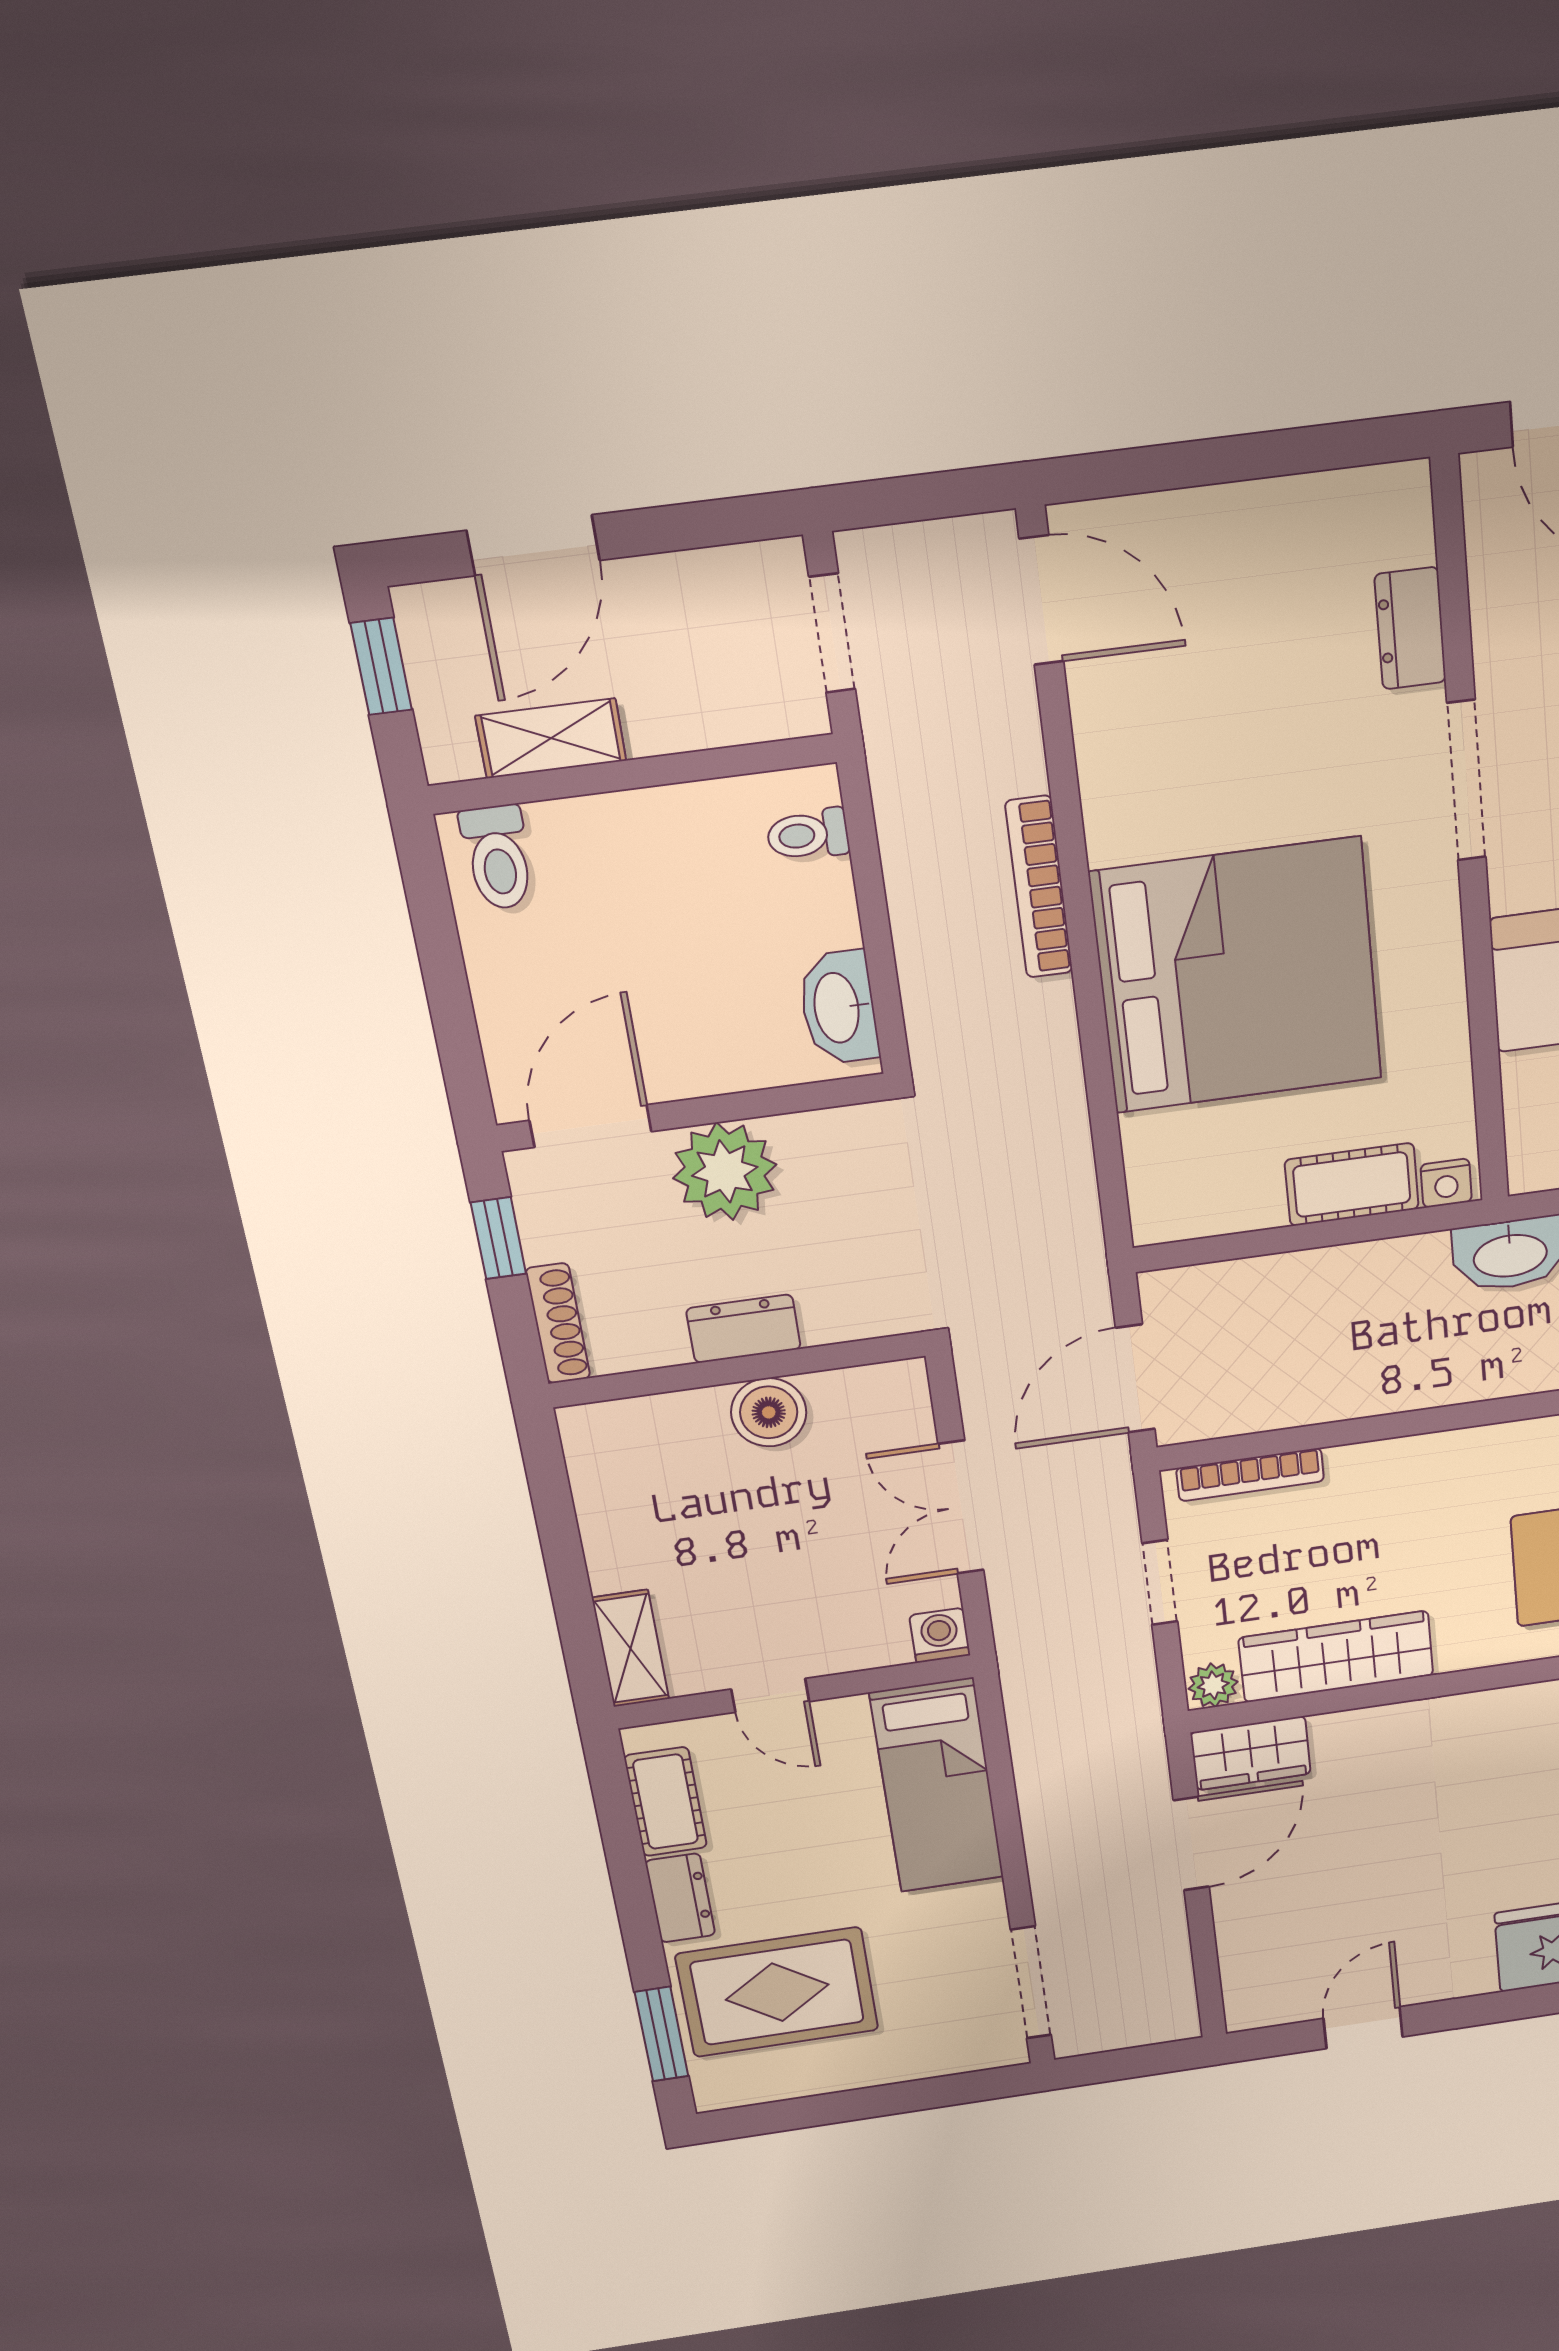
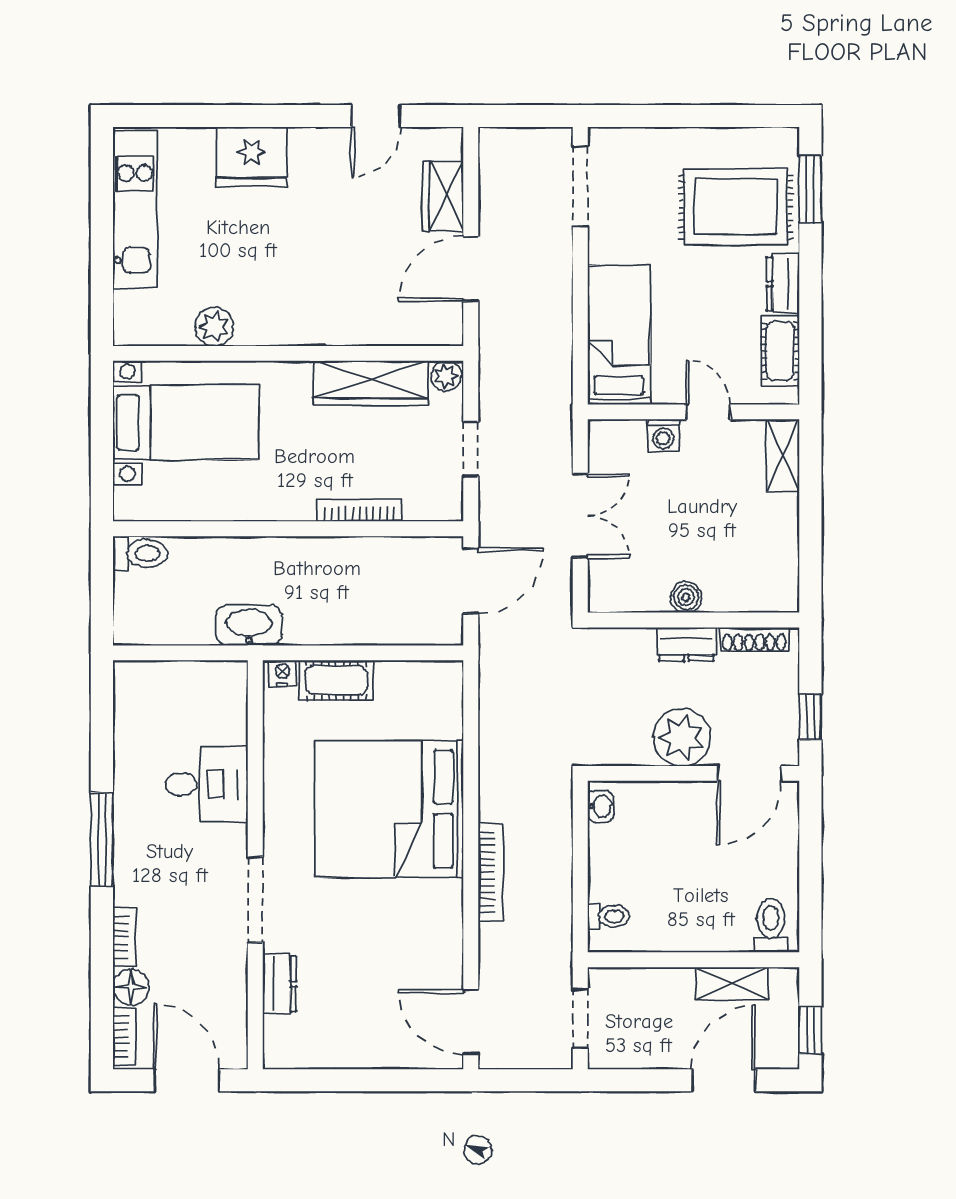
washbasin: (839, 1008) -> (601, 806), width x0.52, depth x0.69
shoe rack: (558, 1323) -> (754, 639), moved, turned -90
boiler: (769, 1412) -> (686, 597), width x0.73, depth x0.73
bookcase: (1250, 1475) -> (359, 510), moved
washing machine: (940, 1635) -> (663, 435), moved
wardrobe: (1251, 1753) -> (443, 196), moved, turned -90

